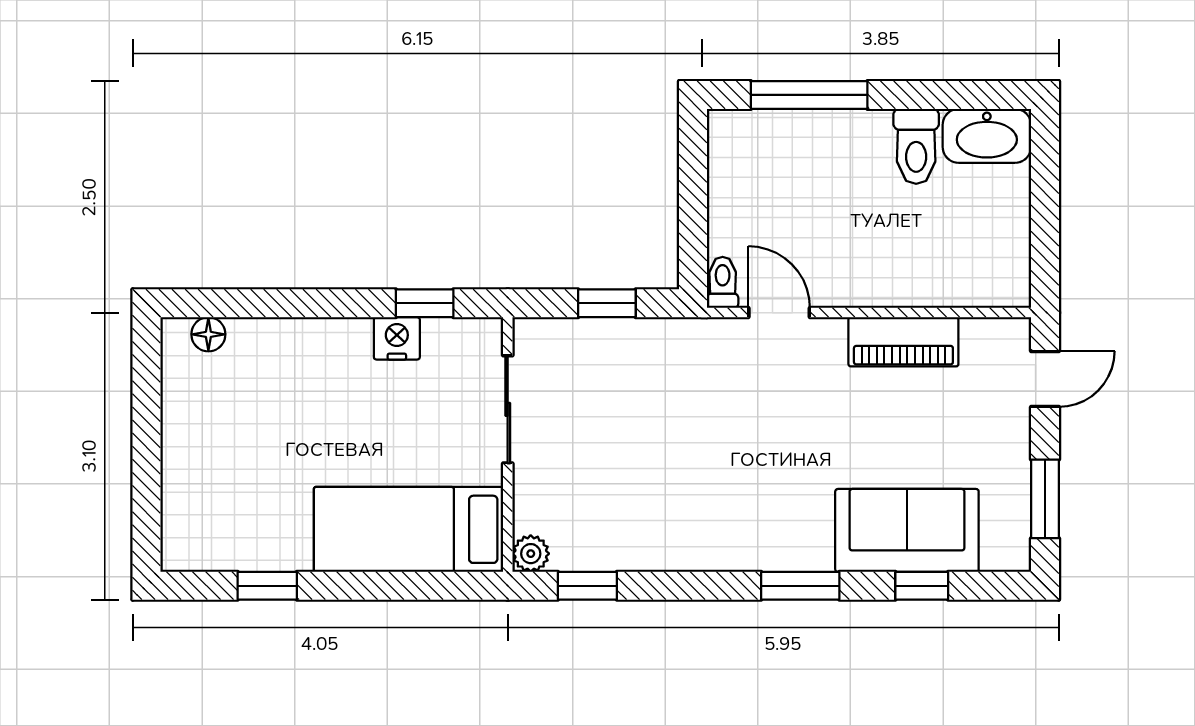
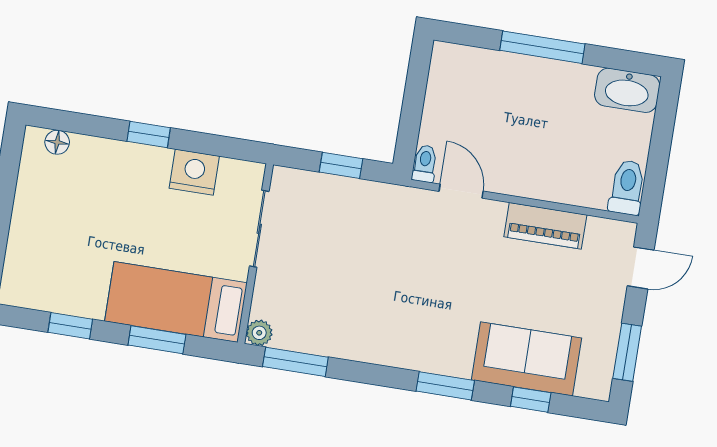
window: (809, 95) -> (542, 47), moved
toilet: (916, 146) -> (627, 187), moved, turned 180
window: (425, 303) -> (149, 134), moved
nightstand: (397, 338) -> (194, 172), width x1.36, depth x1.33
window: (391, 586) -> (157, 340), added
window: (587, 586) -> (295, 362), width x1.50

